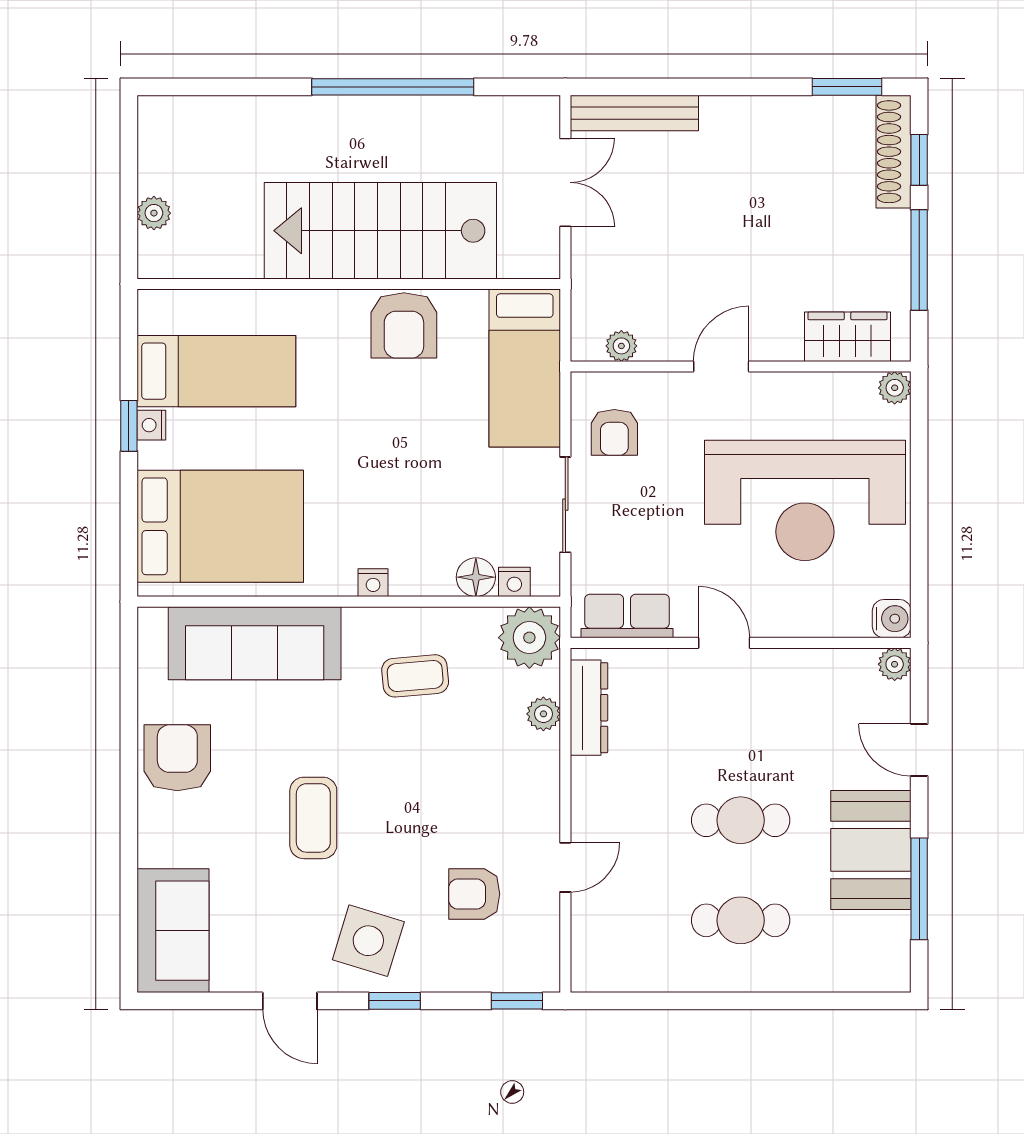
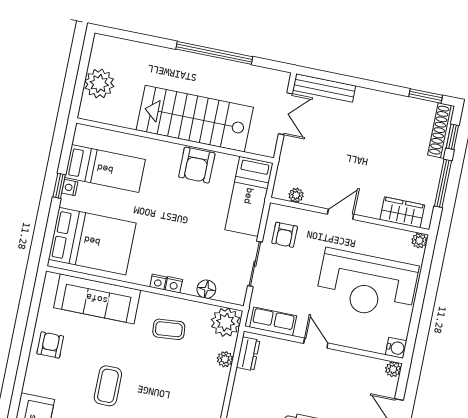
plant: (154, 213) -> (99, 84), width x1.88, depth x1.88
nightstand: (514, 582) -> (174, 285), moved
dresser: (589, 708) -> (248, 354), width x0.70
armchair: (177, 758) -> (50, 345), width x0.72, depth x0.72

